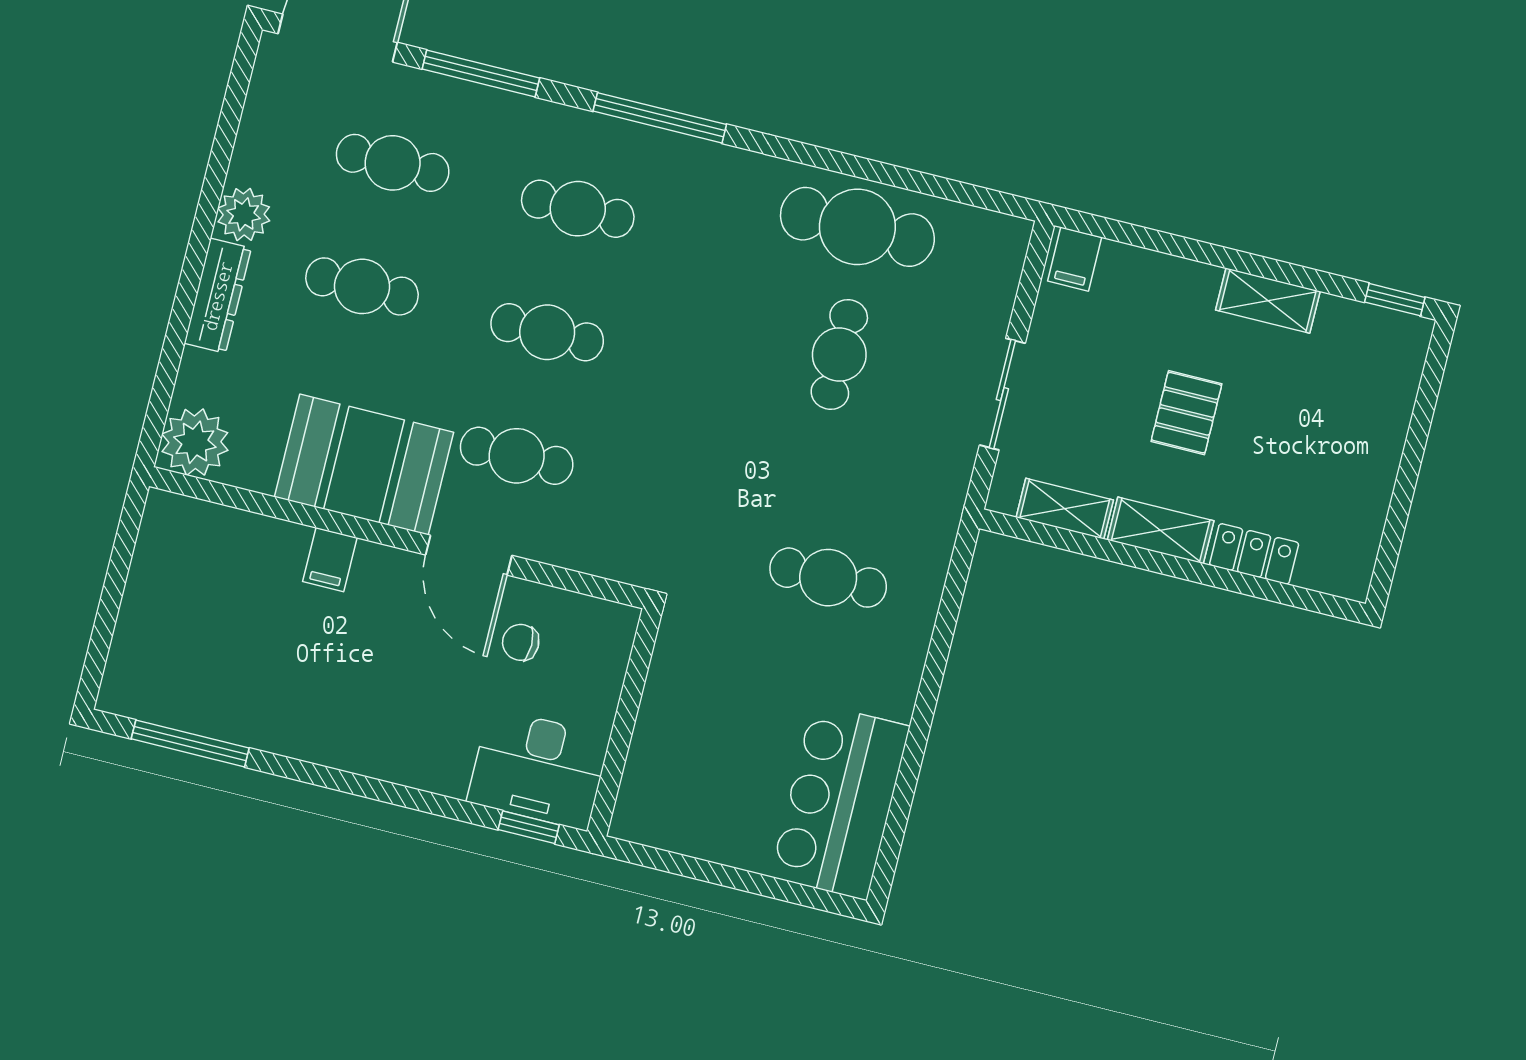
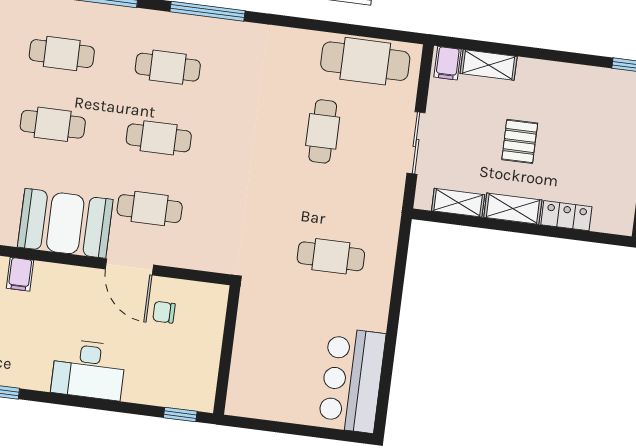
cafe table: (857, 227) -> (365, 61), moved
shelving: (1268, 301) -> (489, 65), moved
filing cabinet: (330, 560) -> (20, 274), moved
desk: (538, 769) -> (89, 370), moved

